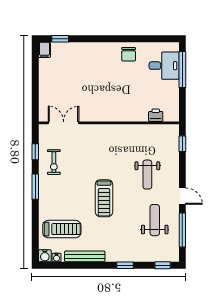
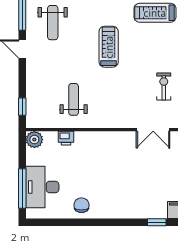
desk: (164, 66) -> (42, 187), width x1.37
plant: (171, 114) -> (34, 140), added
printer: (156, 115) -> (66, 138), moved
weight bench: (147, 175) -> (74, 99), moved

